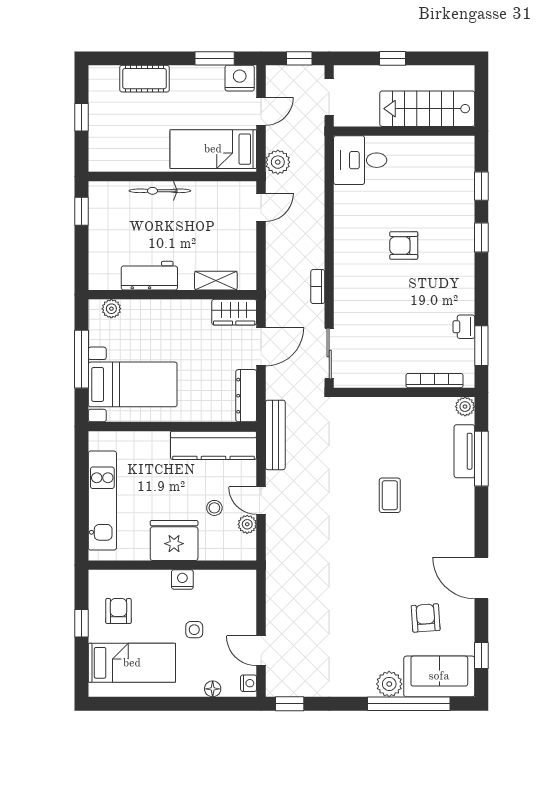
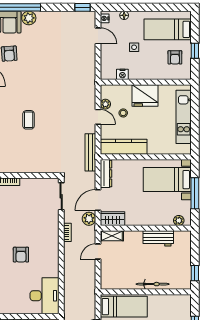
desk: (360, 160) -> (44, 296), width x1.37
plant: (278, 162) -> (89, 219), moved
door: (261, 207) -> (98, 252), moved
armchair: (404, 245) -> (21, 255), turned 90
shelving: (216, 281) -> (112, 236), moved
nightstand: (182, 579) -> (122, 74), moved

